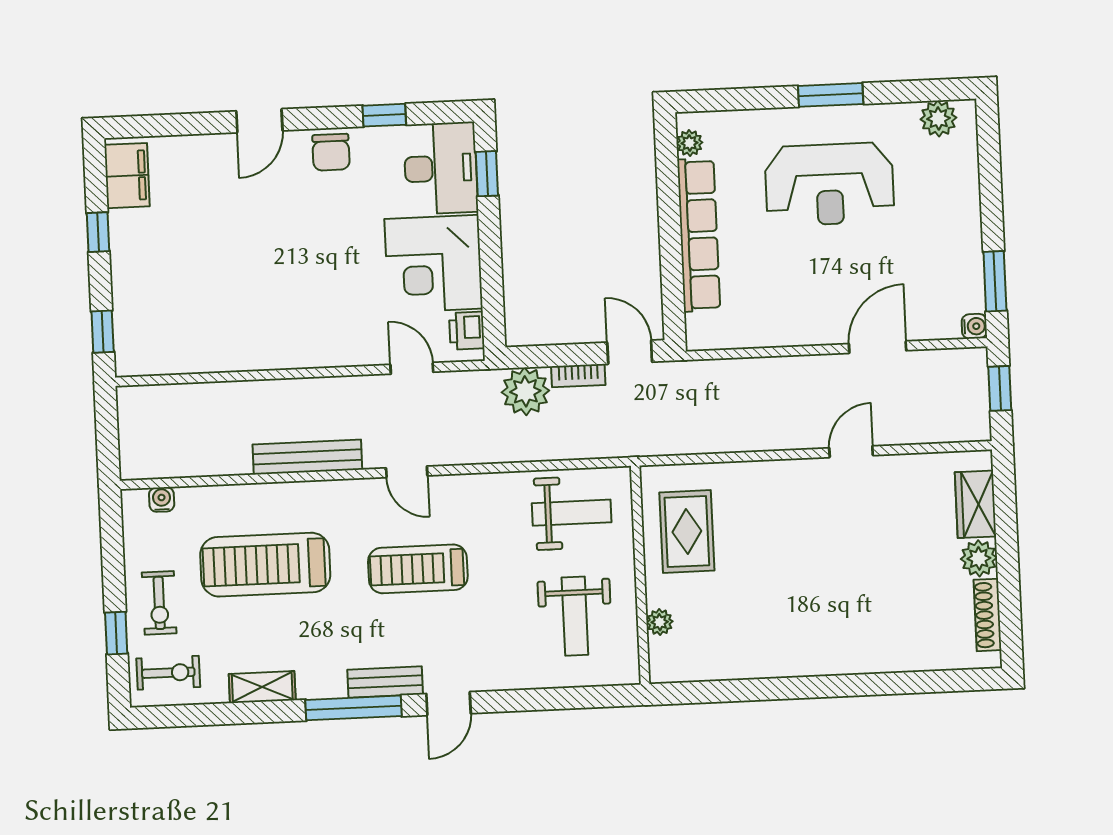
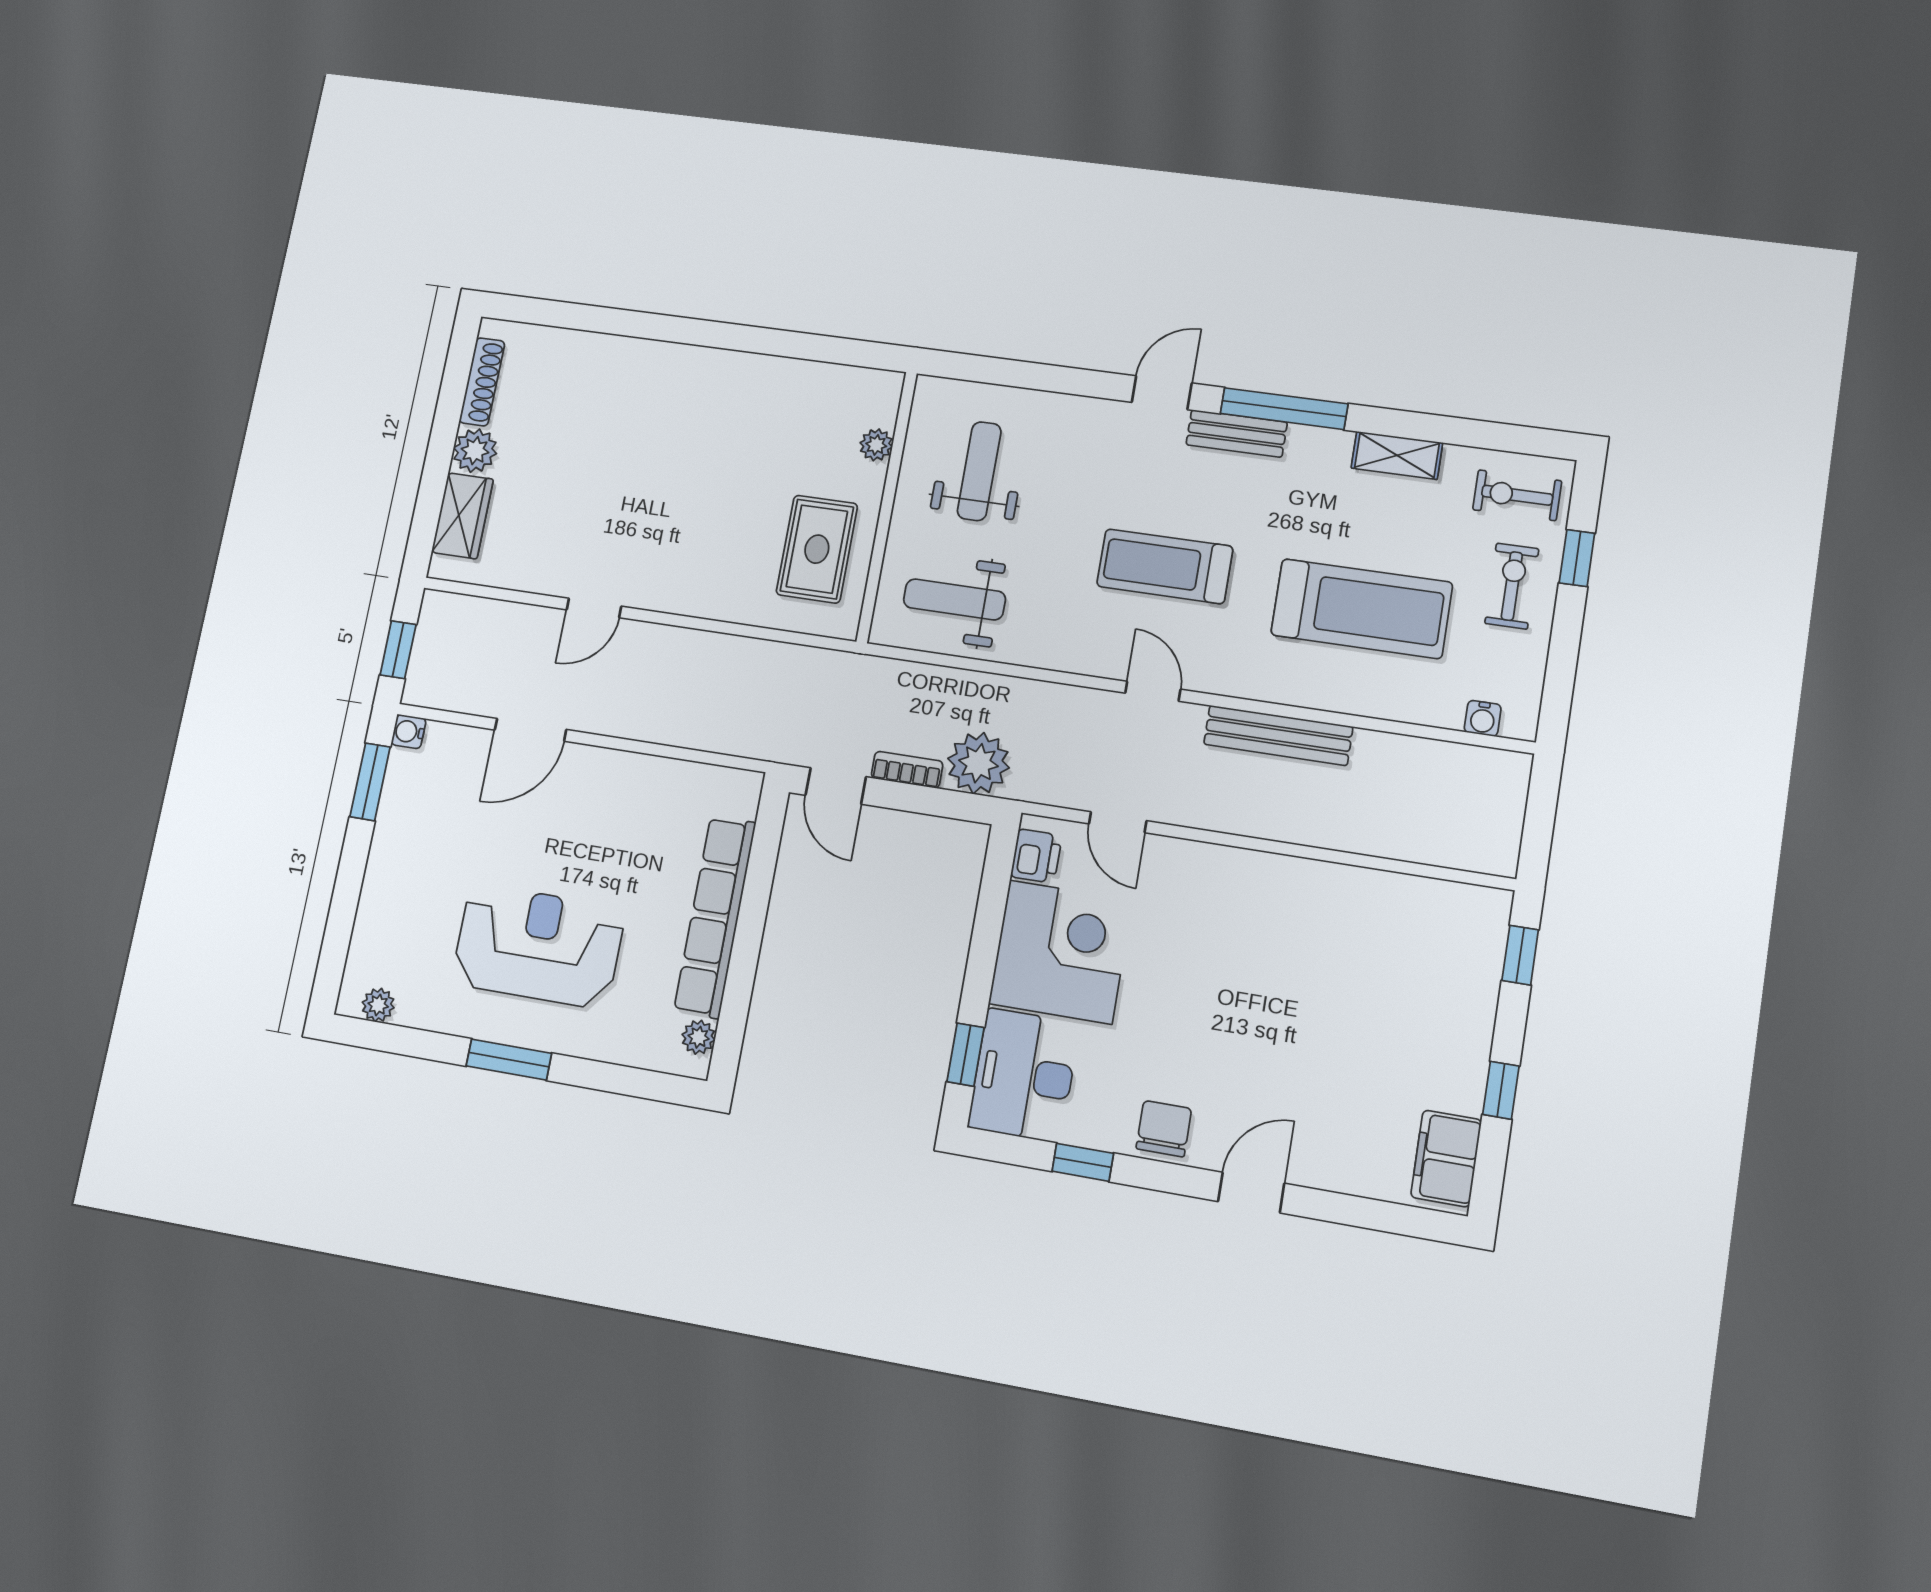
plant: (938, 119) -> (378, 1005), width x0.73, depth x0.73
treadmill: (418, 569) -> (1165, 566), turned 180

